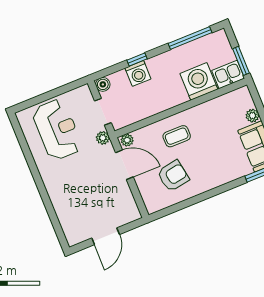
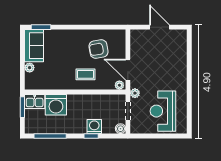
door: (106, 236) -> (160, 27), hinge flipped

